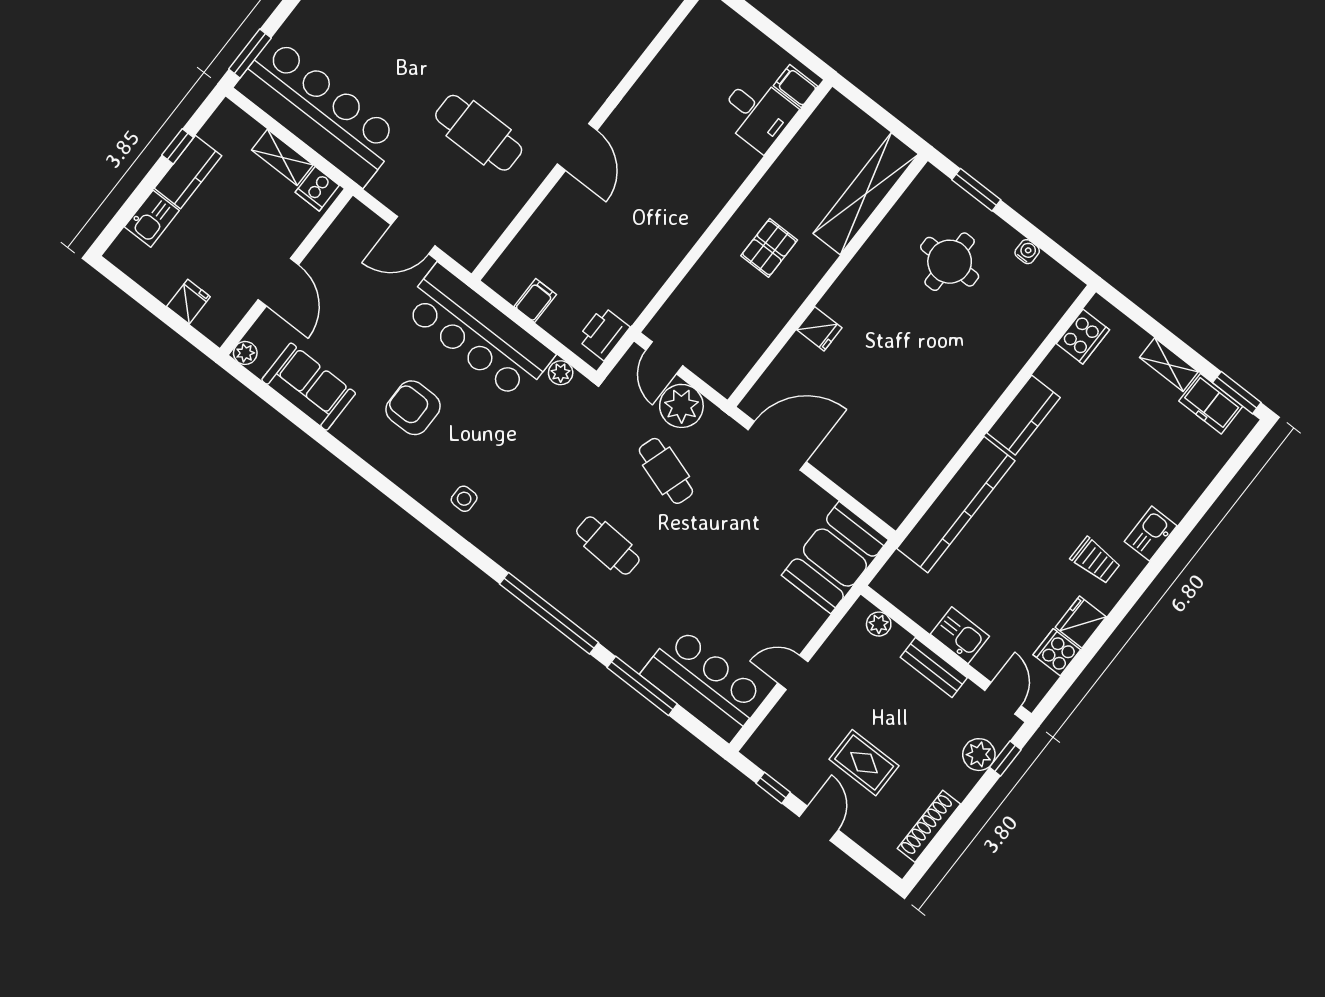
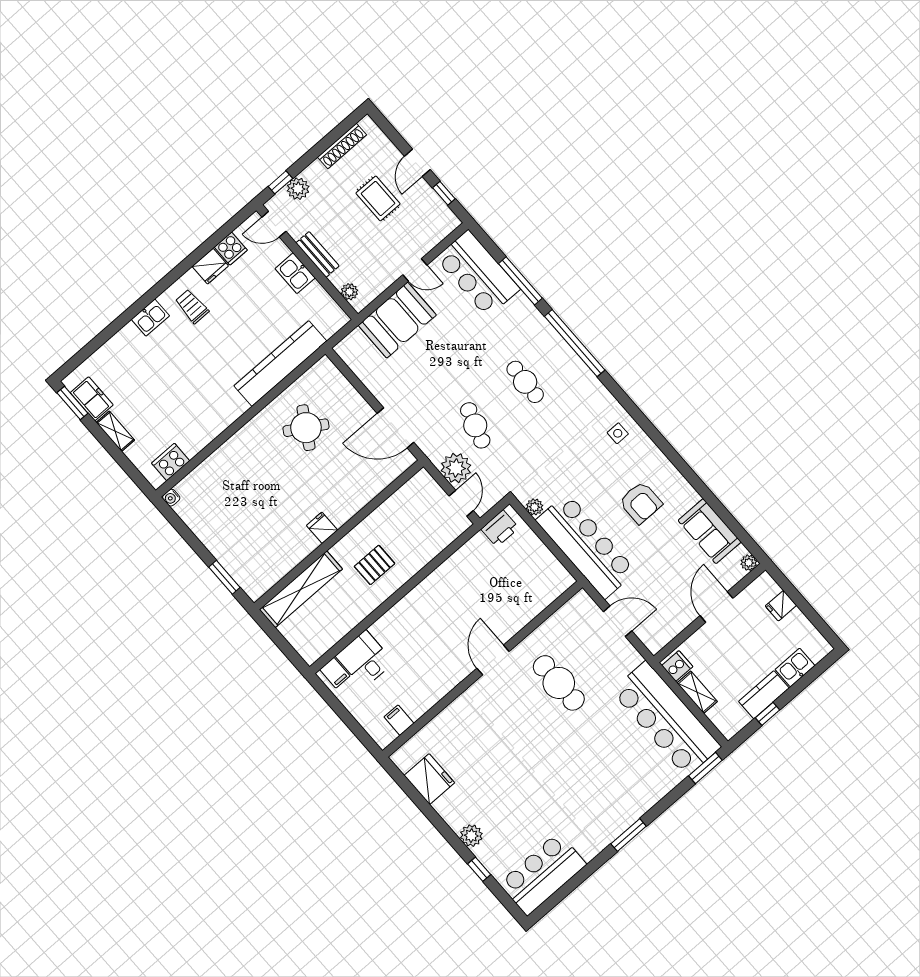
water cooler: (1027, 252) -> (171, 498), moved
round table: (950, 262) -> (306, 428), moved, turned 31
filing cabinet: (535, 301) -> (399, 720), moved, turned 90
fridge: (819, 329) -> (322, 528), moved
kitchen counter: (1024, 415) -> (222, 416), removed
booth: (835, 558) -> (397, 320), moved
door: (1003, 698) -> (274, 224), hinge flipped

